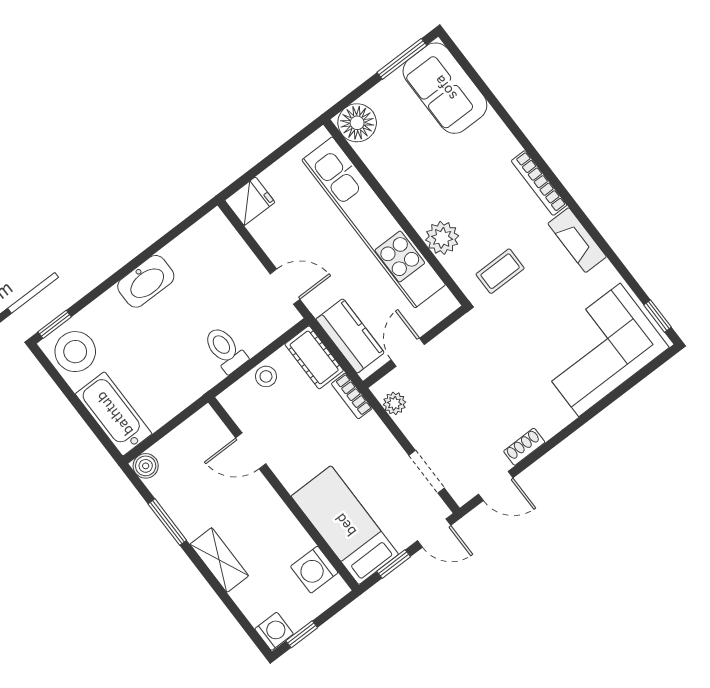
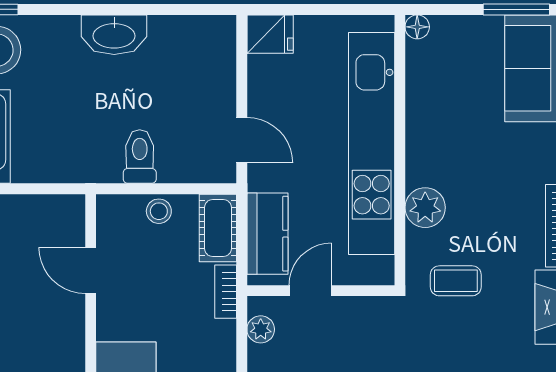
floor lamp: (357, 123) -> (417, 27), width x0.53, depth x0.53

